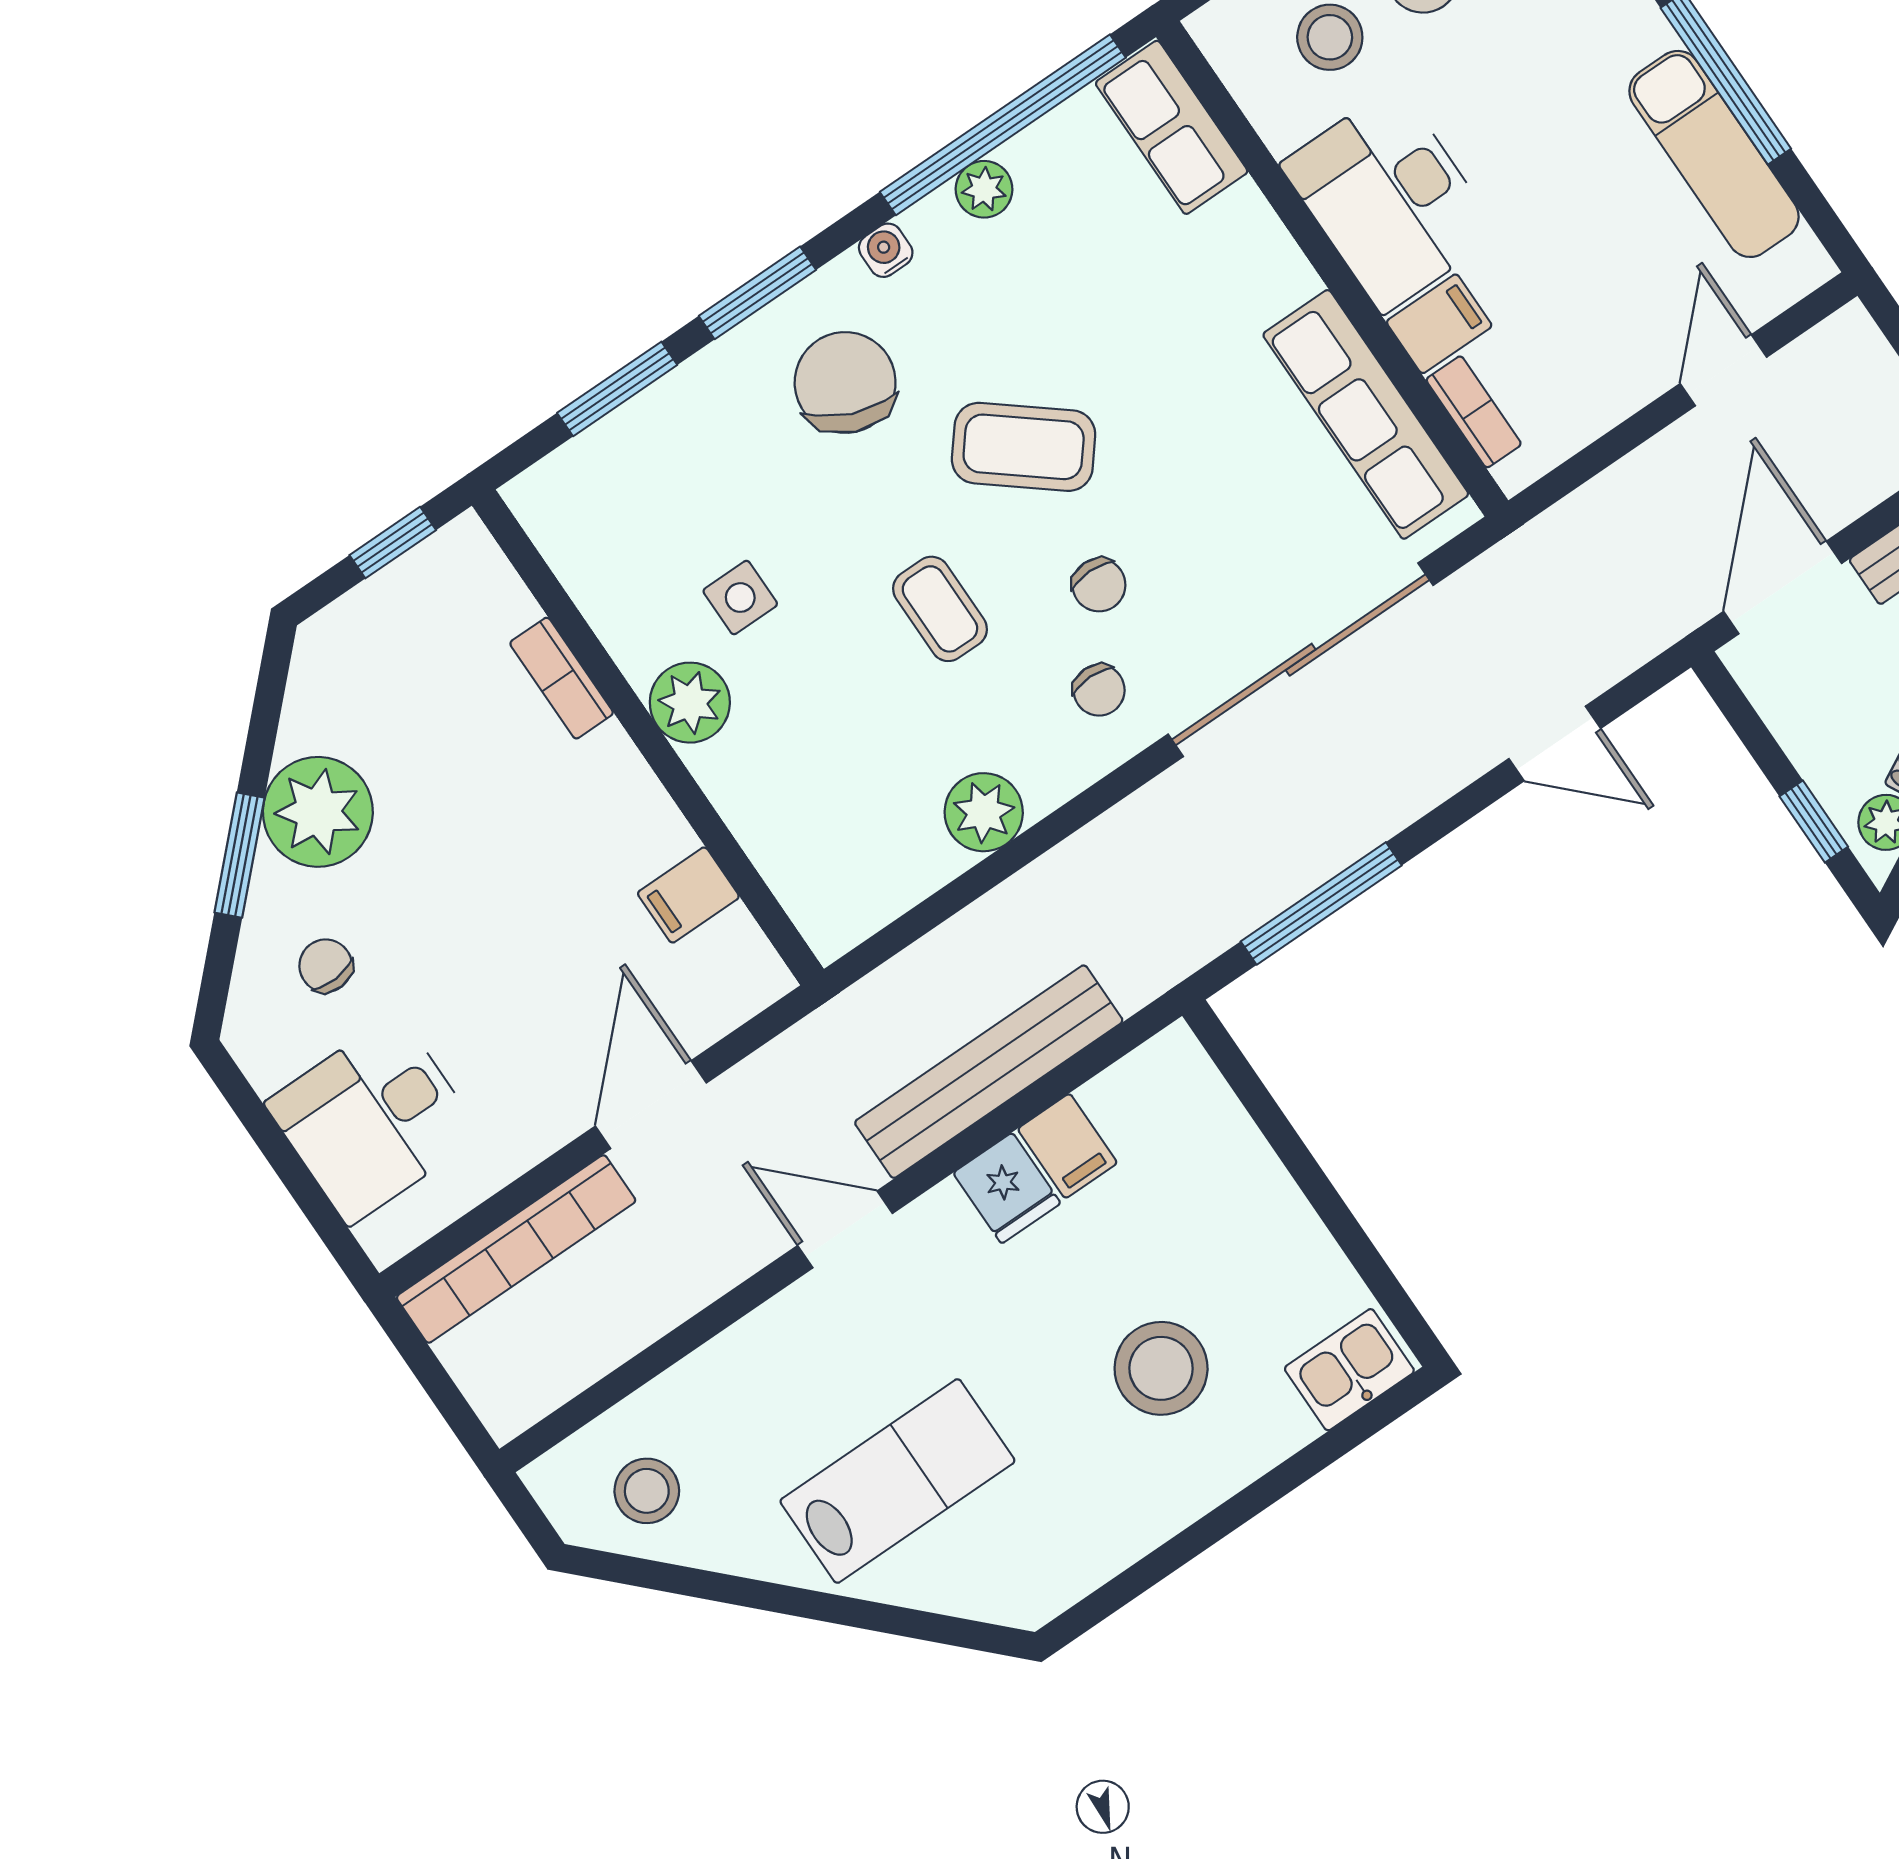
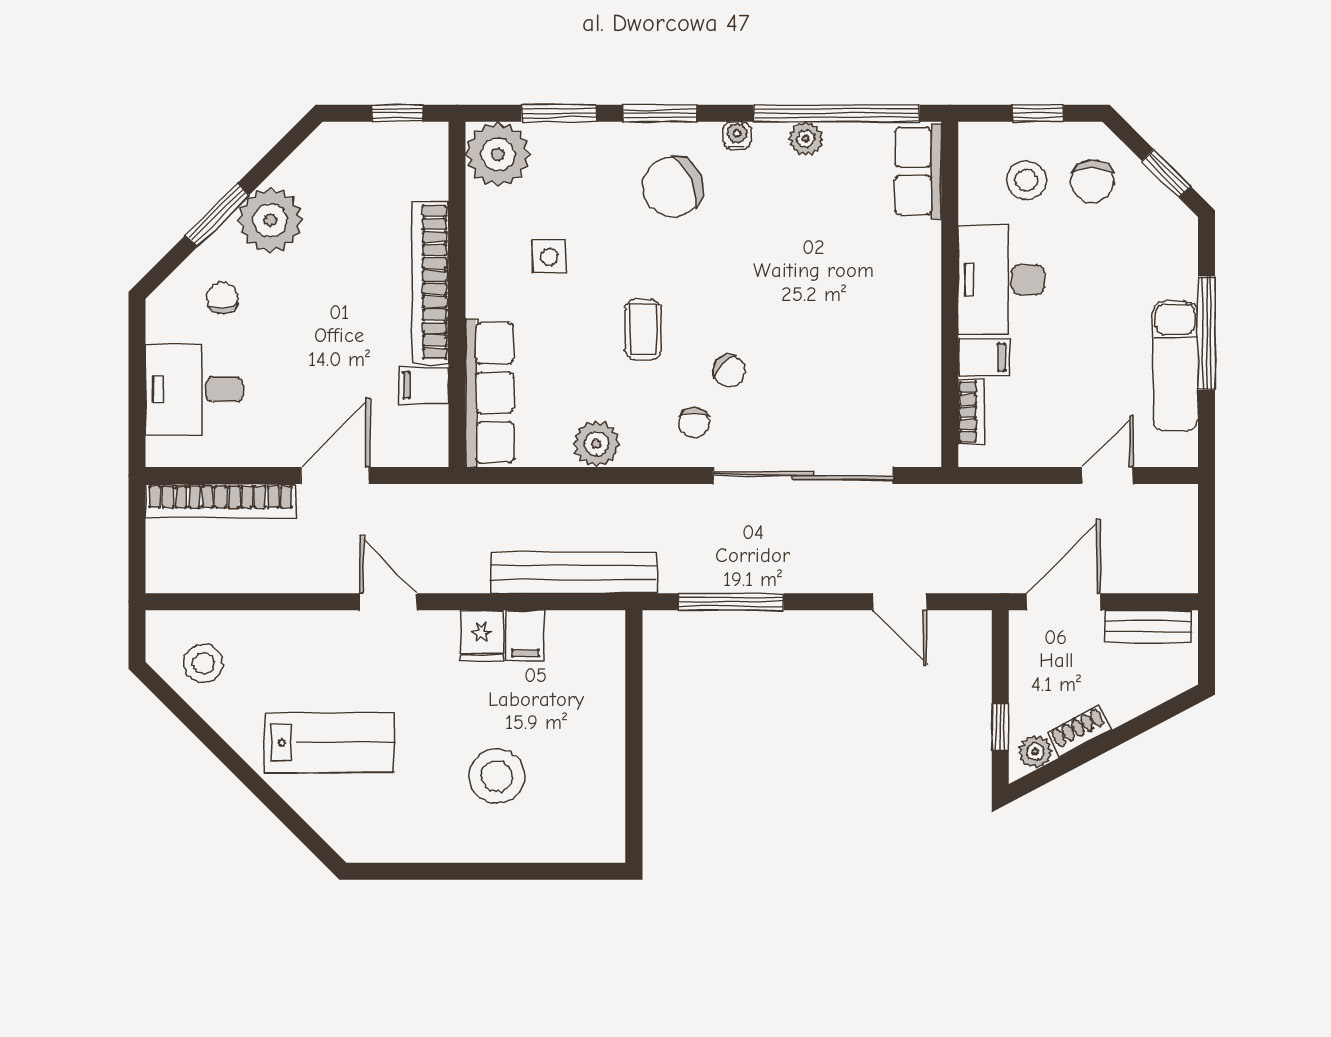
chair: (845, 383) -> (673, 187), turned -135
row of seats: (1366, 414) -> (489, 393), moved, turned 180
coffee table: (1024, 447) -> (739, 278), removed
chair: (1099, 585) -> (729, 371), turned -48
bookcase: (562, 678) -> (430, 282), width x2.31, depth x1.31
plant: (690, 703) -> (498, 154), moved, width x1.36, depth x1.36
bench: (989, 1072) -> (574, 573), moved
kitchen sink: (1349, 1370) -> (589, 840), removed

